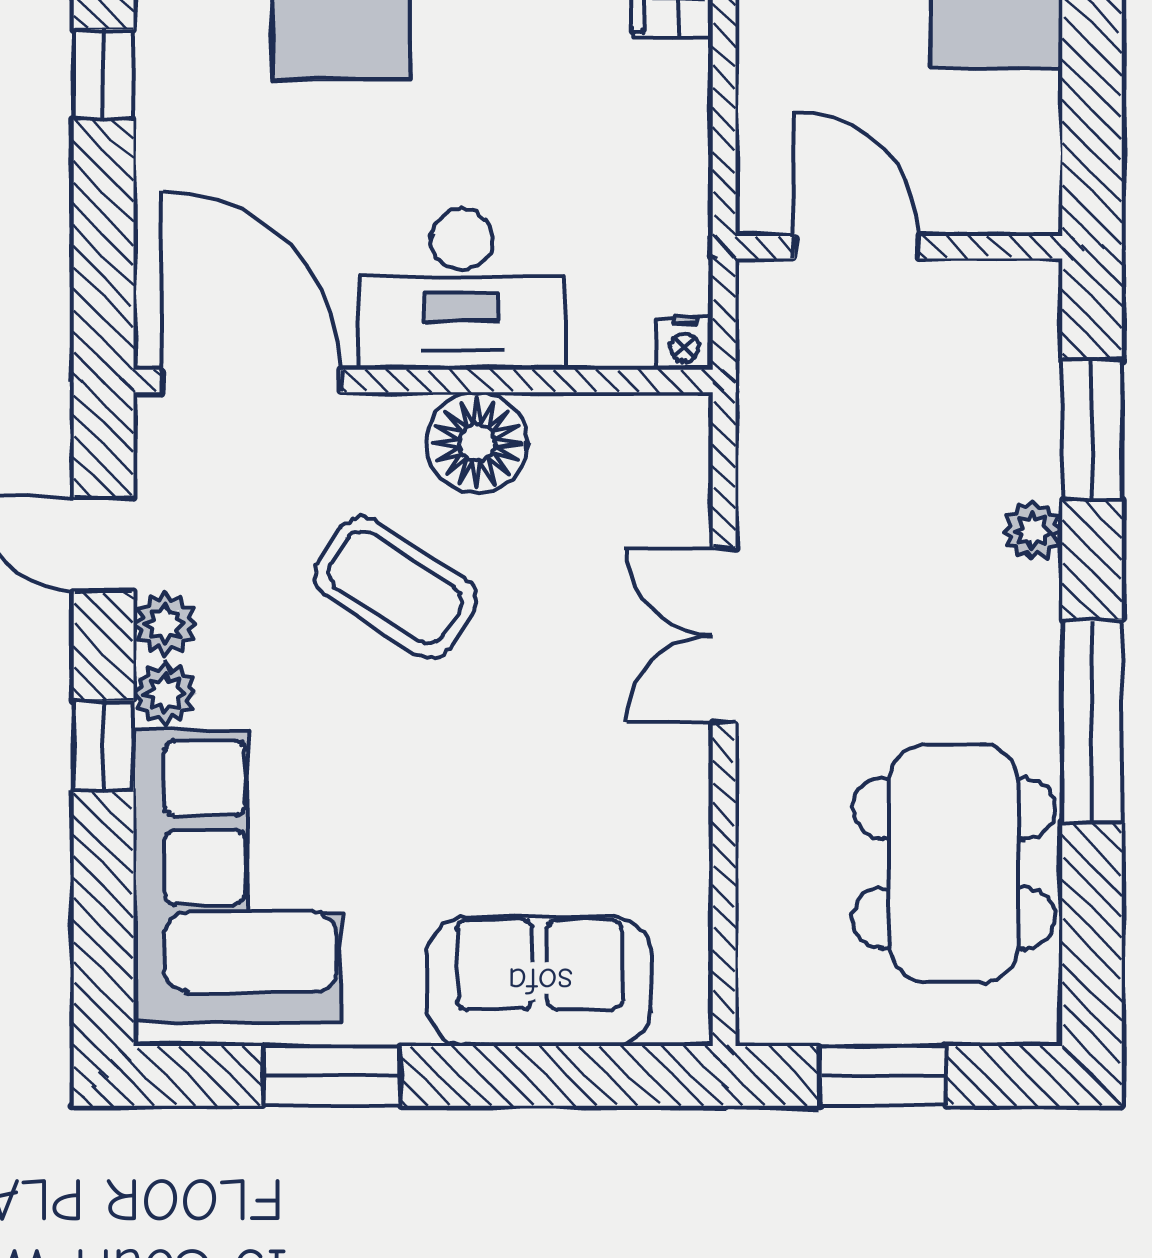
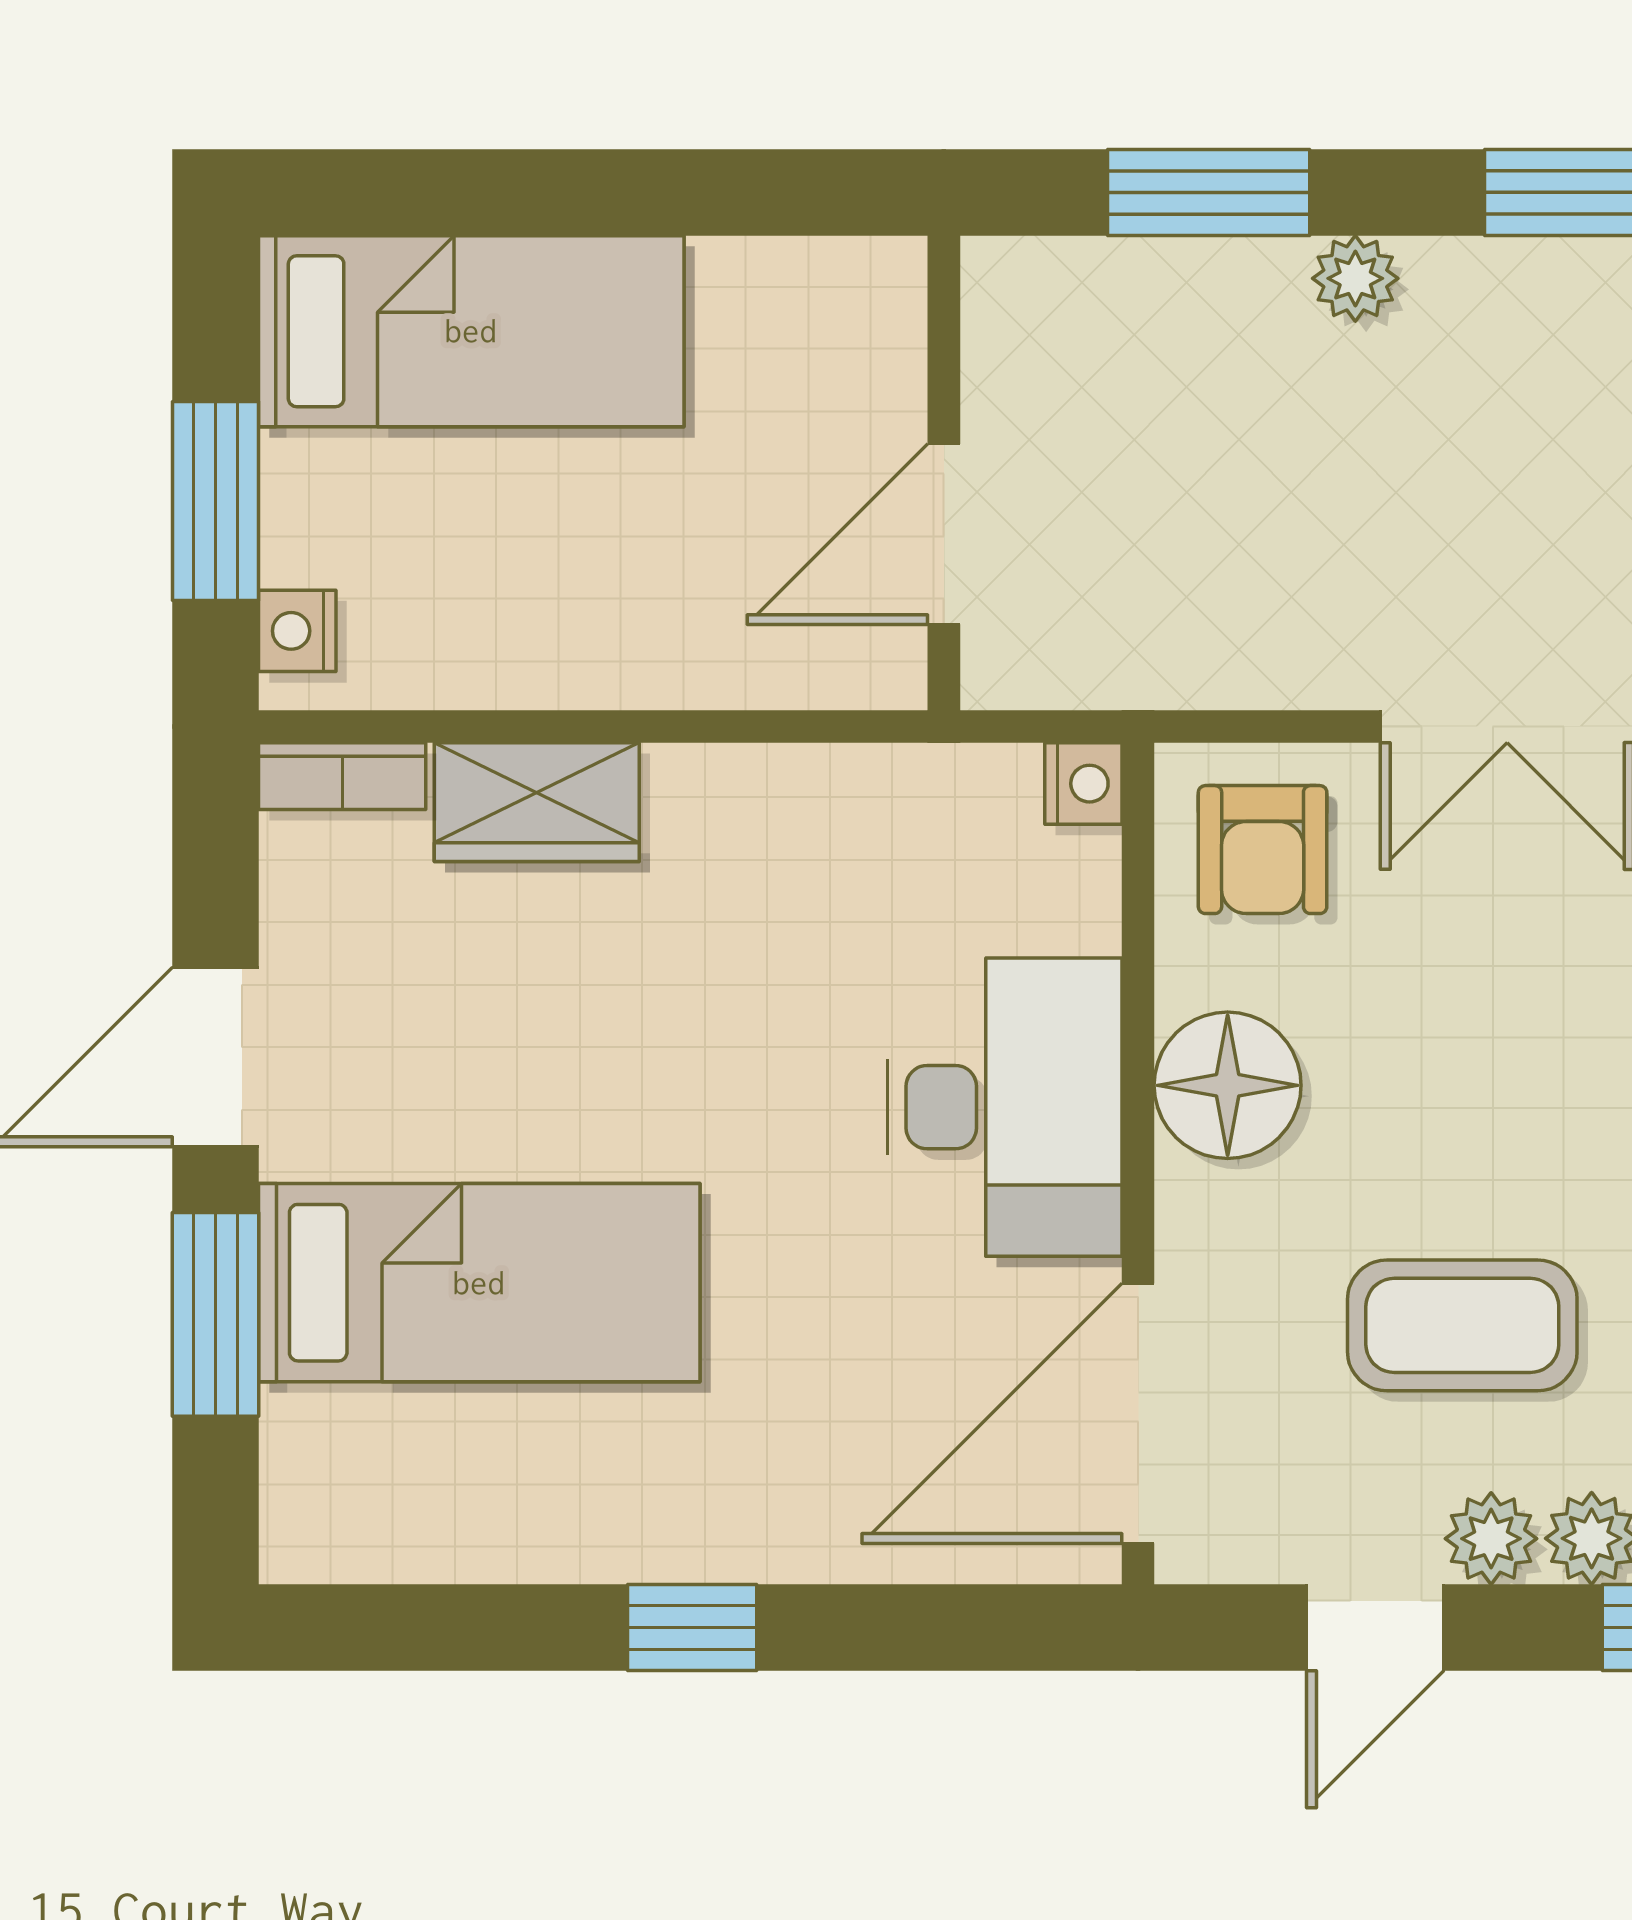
armchair: (639, 467) -> (1263, 850), added
coffee table: (396, 587) -> (1462, 1325), moved, turned 57

